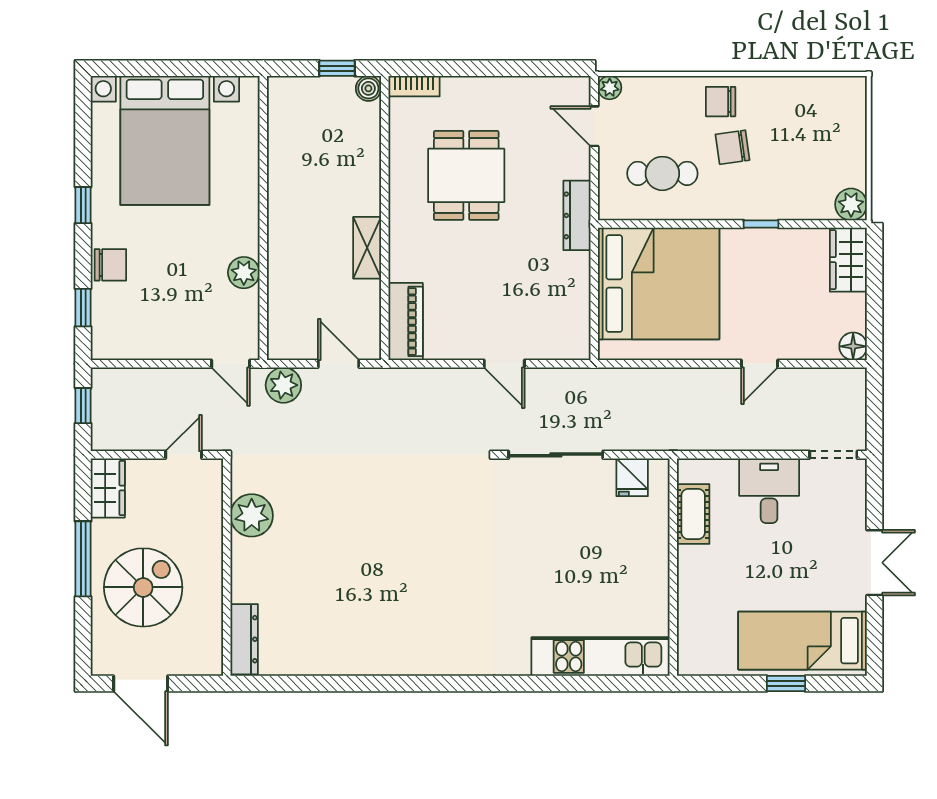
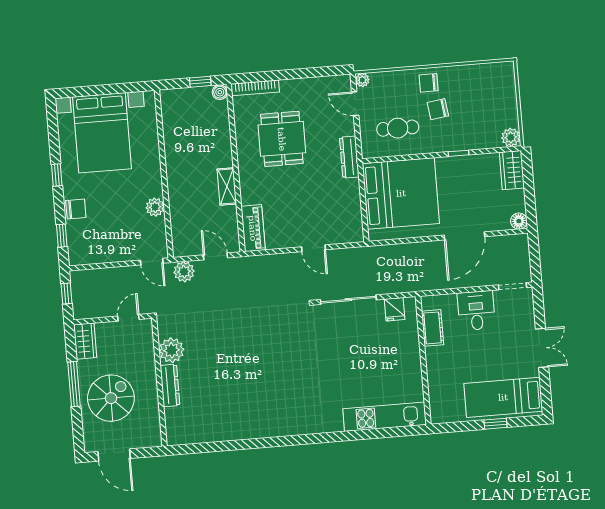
bookcase: (414, 86) -> (255, 88), width x1.56
door: (760, 364) -> (464, 236), width x1.88
dresser: (244, 639) -> (170, 385), moved

